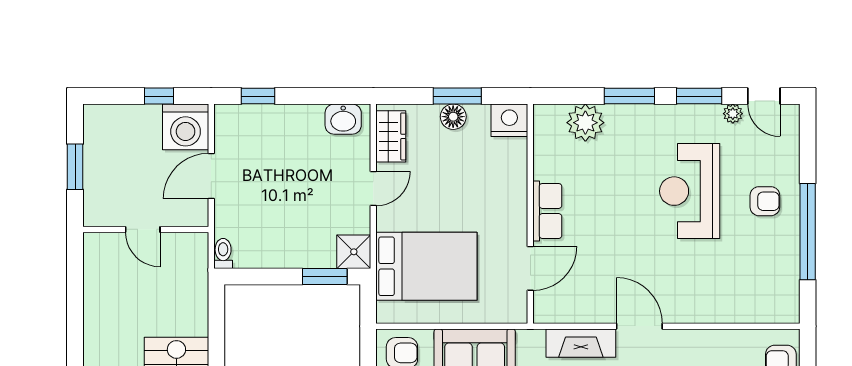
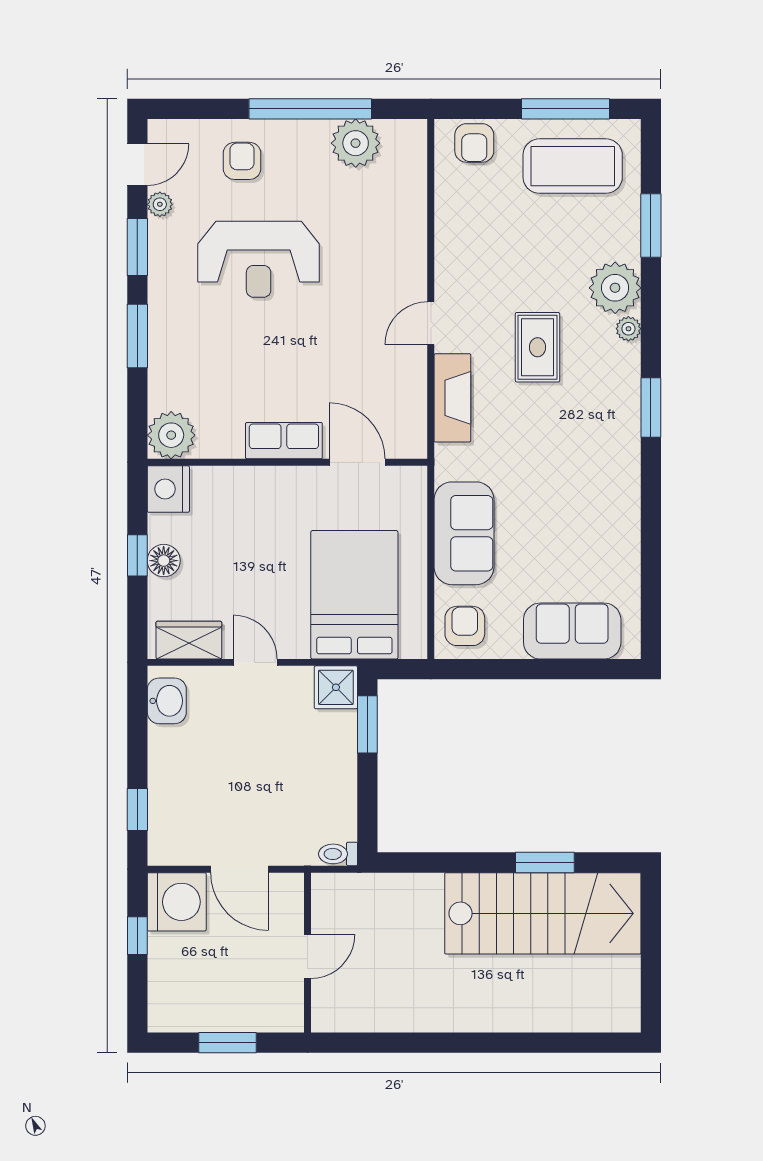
window: (457, 96) -> (137, 555), width x0.67
plant: (585, 123) -> (171, 435), moved
armchair: (765, 201) -> (242, 161), moved
plant: (781, 267) -> (356, 143), added
door: (639, 326) -> (431, 323), width x0.73

